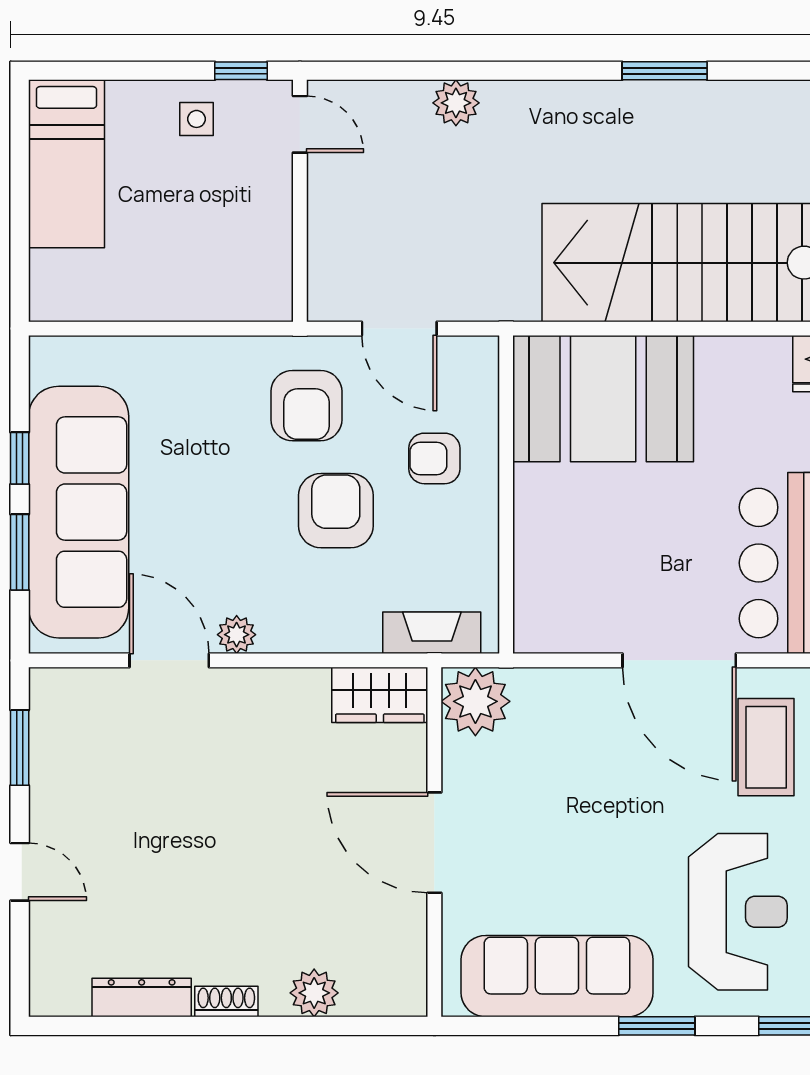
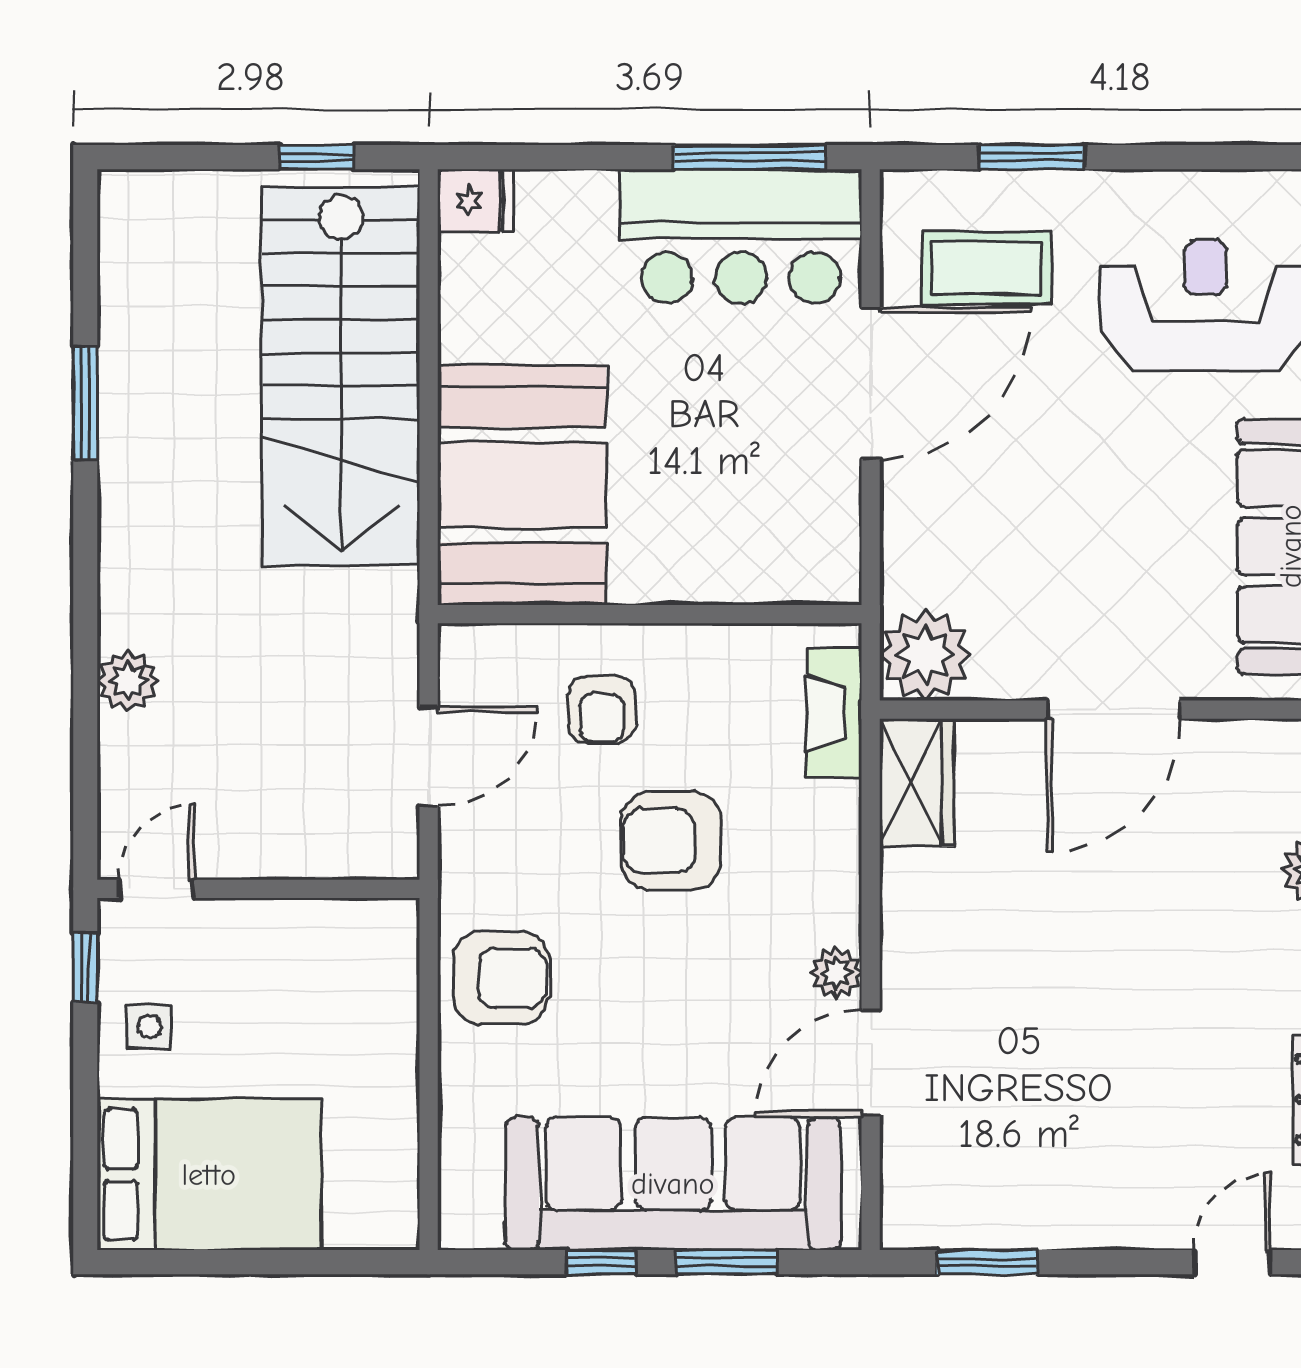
bed: (66, 164) -> (209, 1175), width x1.50
armchair: (306, 406) -> (501, 978), moved
door: (20, 872) -> (1232, 1262), moved

